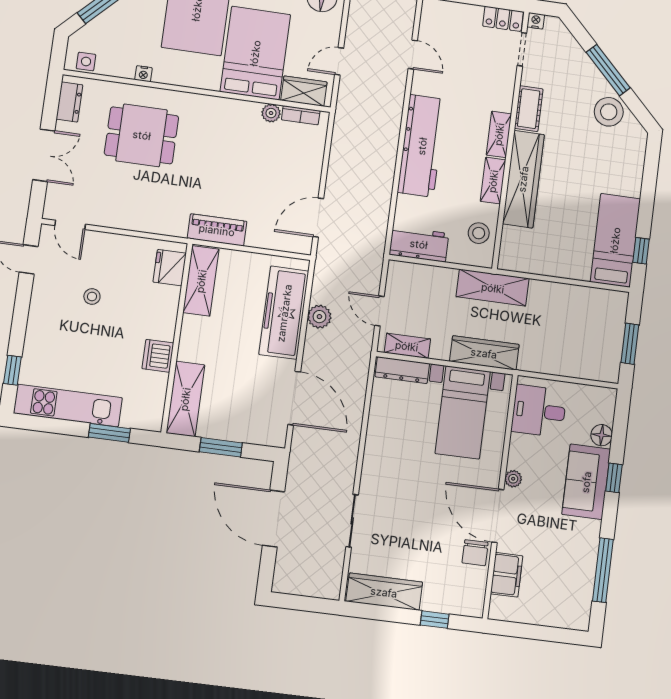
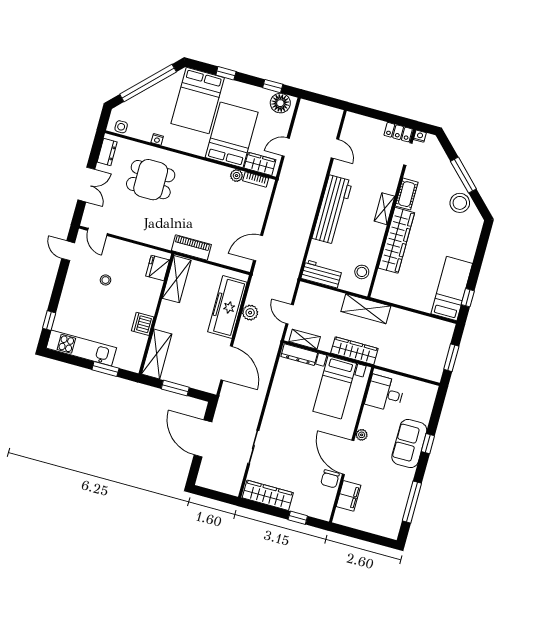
shelving: (493, 181) -> (376, 239), removed
floor lamp: (602, 435) -> (424, 415), removed

